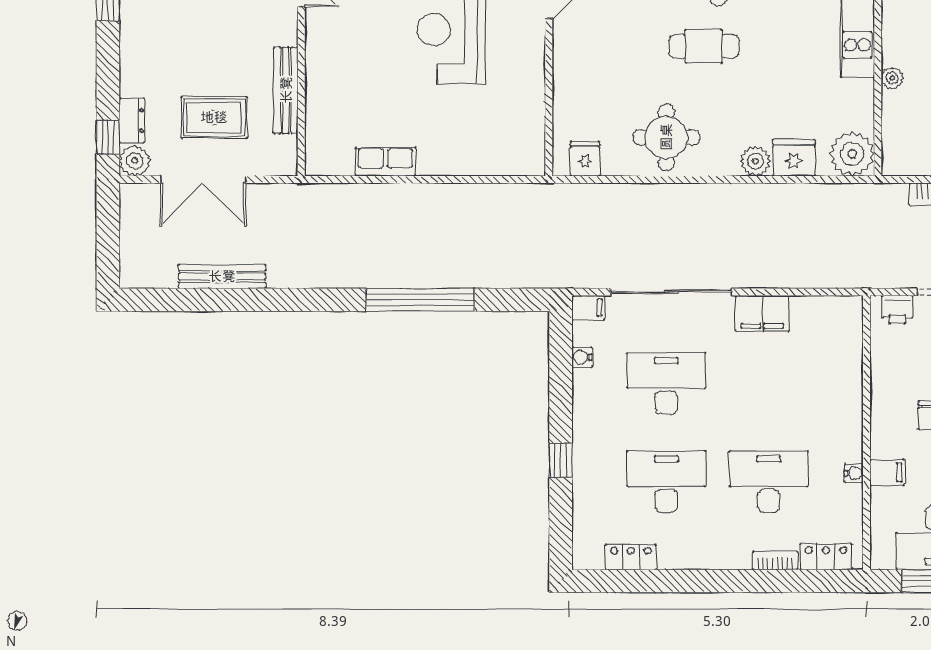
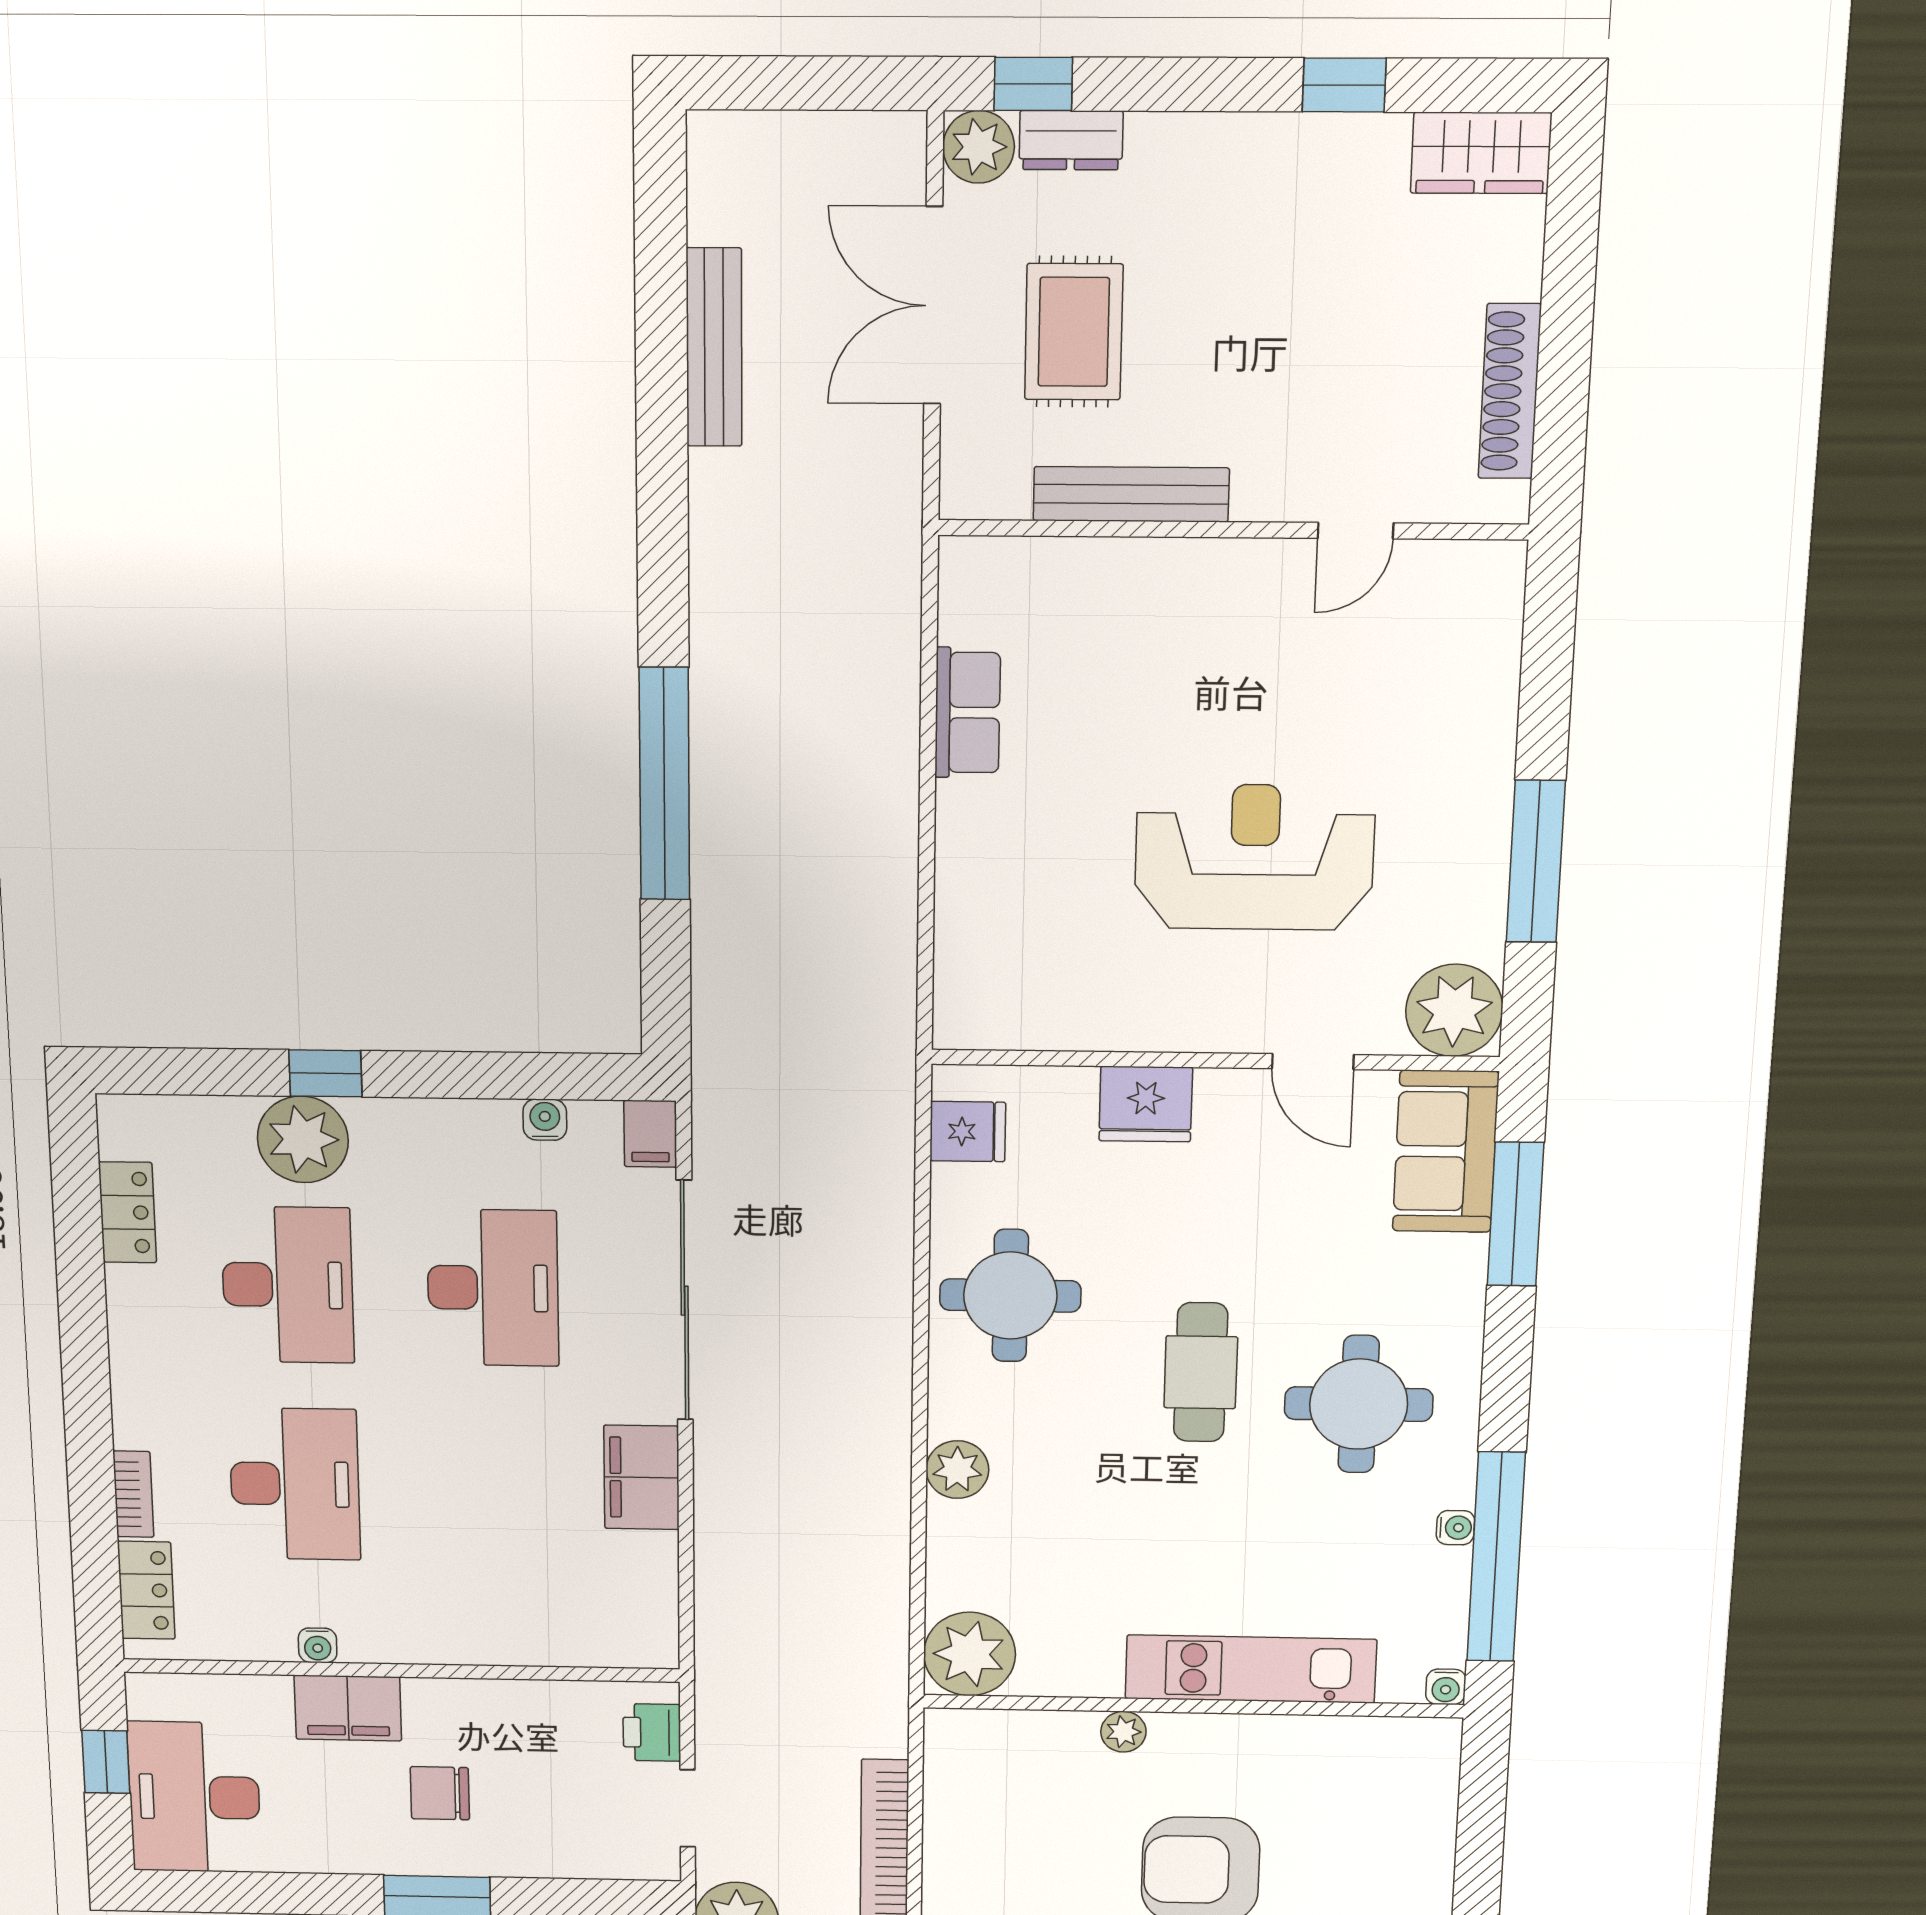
fridge: (794, 158) -> (1146, 1104), moved, turned 90
plant: (593, 472) -> (303, 1139), added
filing cabinet: (887, 472) -> (348, 1708), width x2.00

